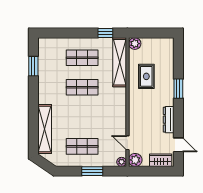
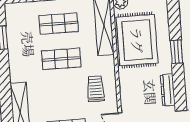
rug: (146, 76) -> (137, 40), width x1.86, depth x2.06
trolley: (109, 114) -> (96, 89), added

